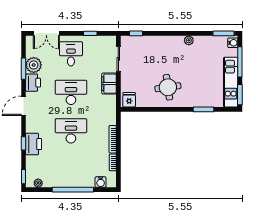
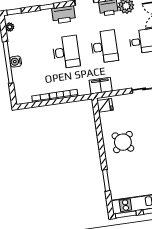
filing cabinet: (109, 84) -> (101, 86), moved
round table: (168, 87) -> (123, 142), turned -35
printer: (34, 144) -> (64, 15), moved
water cooler: (101, 182) -> (16, 62), moved

